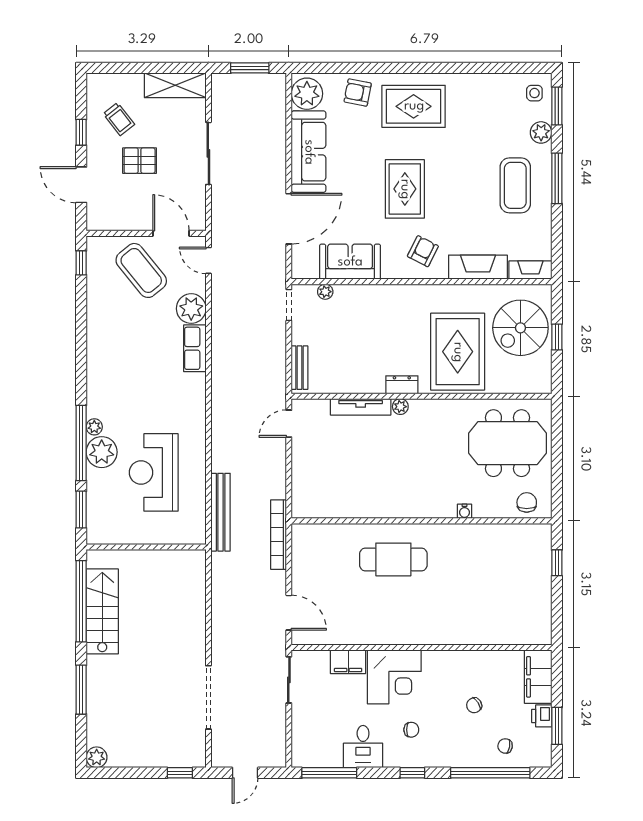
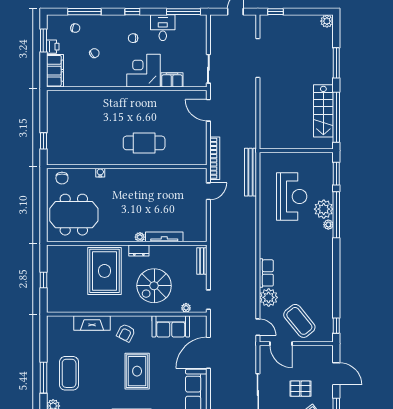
fireplace: (530, 270) -> (60, 321), removed
spiral stairs: (520, 328) -> (154, 286), moved, turned 180
door: (289, 424) -> (208, 191), moved
window: (490, 773) -> (84, 12), width x0.68

